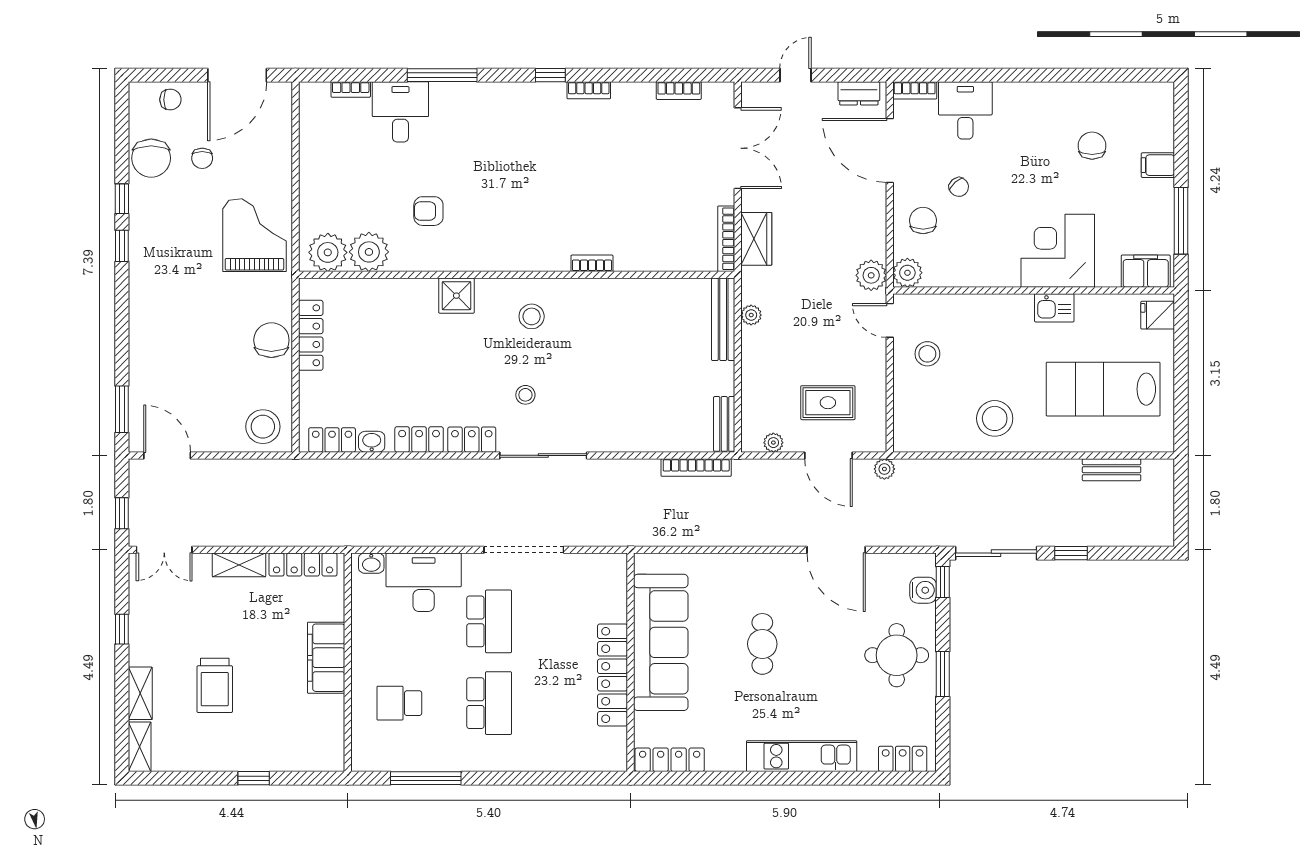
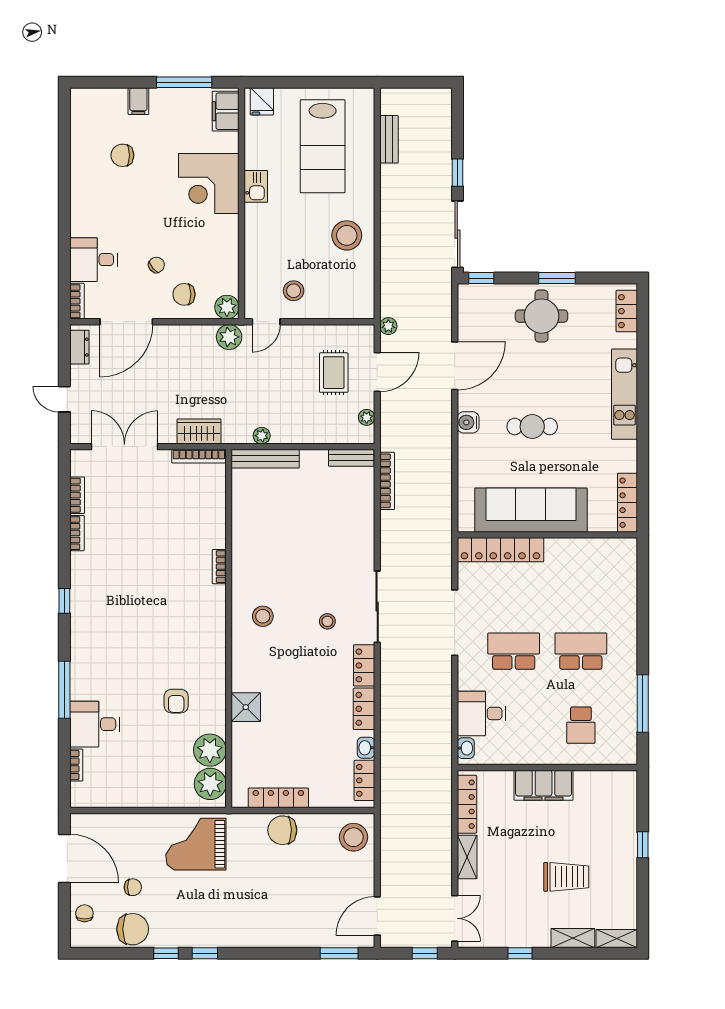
bookcase: (589, 90) -> (77, 533), moved
shower: (456, 296) -> (246, 707), moved
desk: (424, 582) -> (481, 713), width x0.73
water cooler: (923, 590) -> (468, 422), moved, turned -90
locker: (613, 675) -> (500, 550), moved

